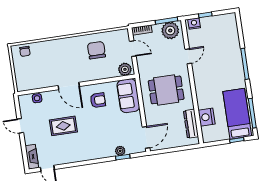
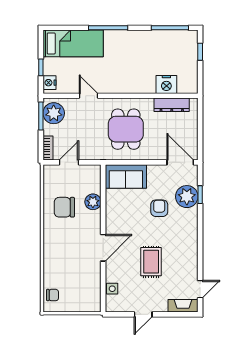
plant: (125, 69) -> (93, 202), moved
armchair: (98, 100) -> (159, 208), moved
bed: (237, 114) -> (73, 43), moved, turned 180
plant: (120, 151) -> (187, 197), width x1.87, depth x1.87

